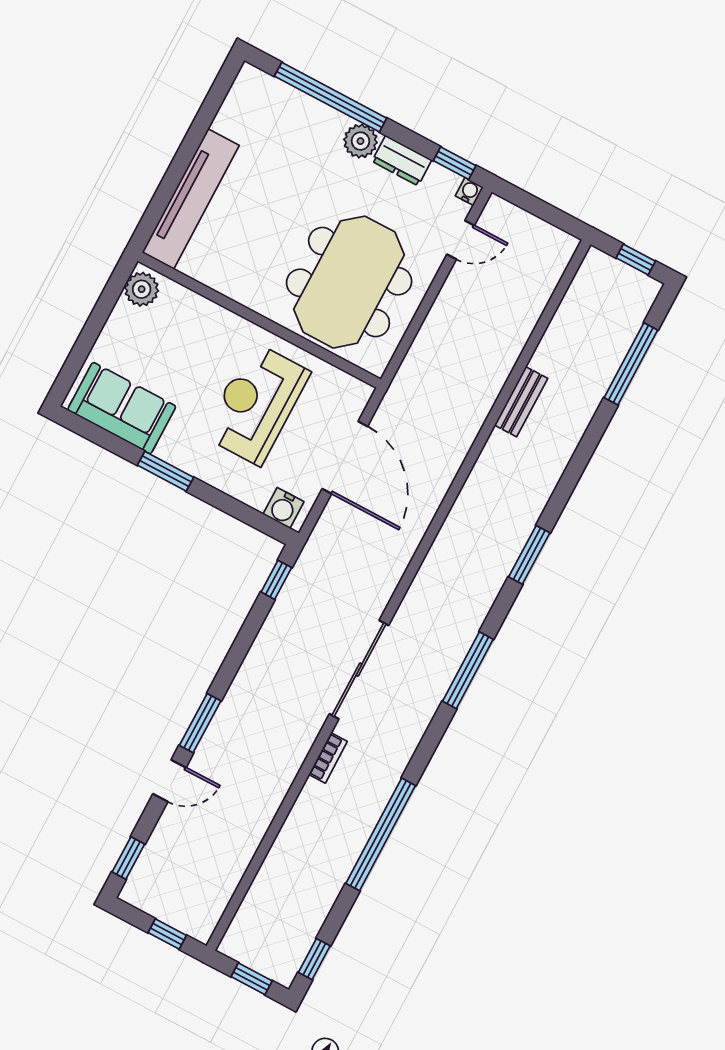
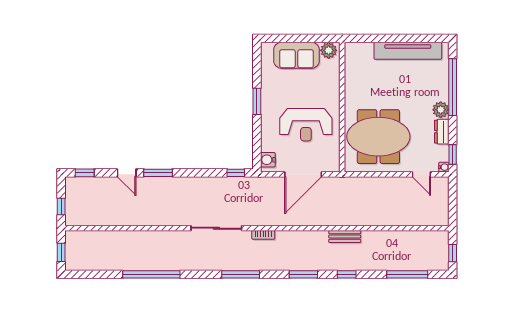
tv unit: (191, 199) -> (408, 51), moved
bench: (521, 402) -> (345, 236), moved
reception desk: (256, 404) -> (306, 125), turned 180
sofa: (122, 408) -> (297, 55), moved, turned 90
bookcase: (328, 758) -> (263, 235), moved
window: (314, 959) -> (347, 274), moved

